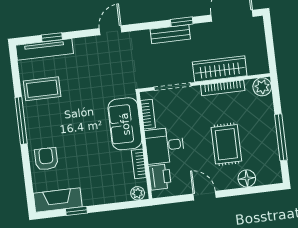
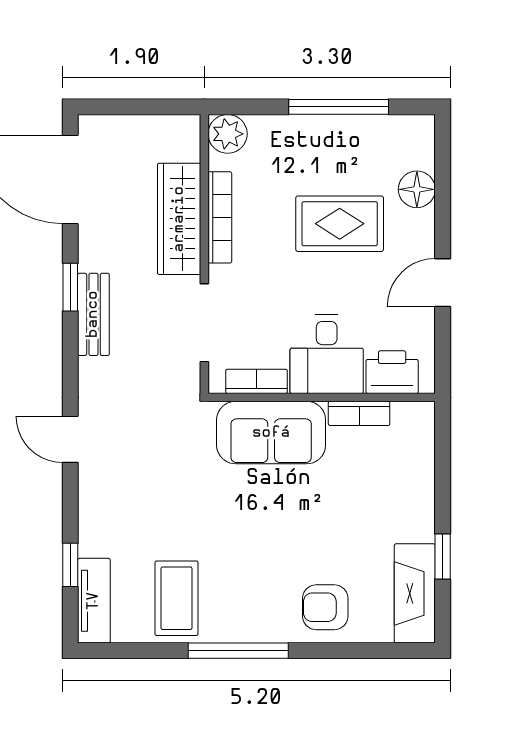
tv unit: (45, 49) -> (94, 601), width x0.71
plant: (138, 193) -> (421, 423), removed

